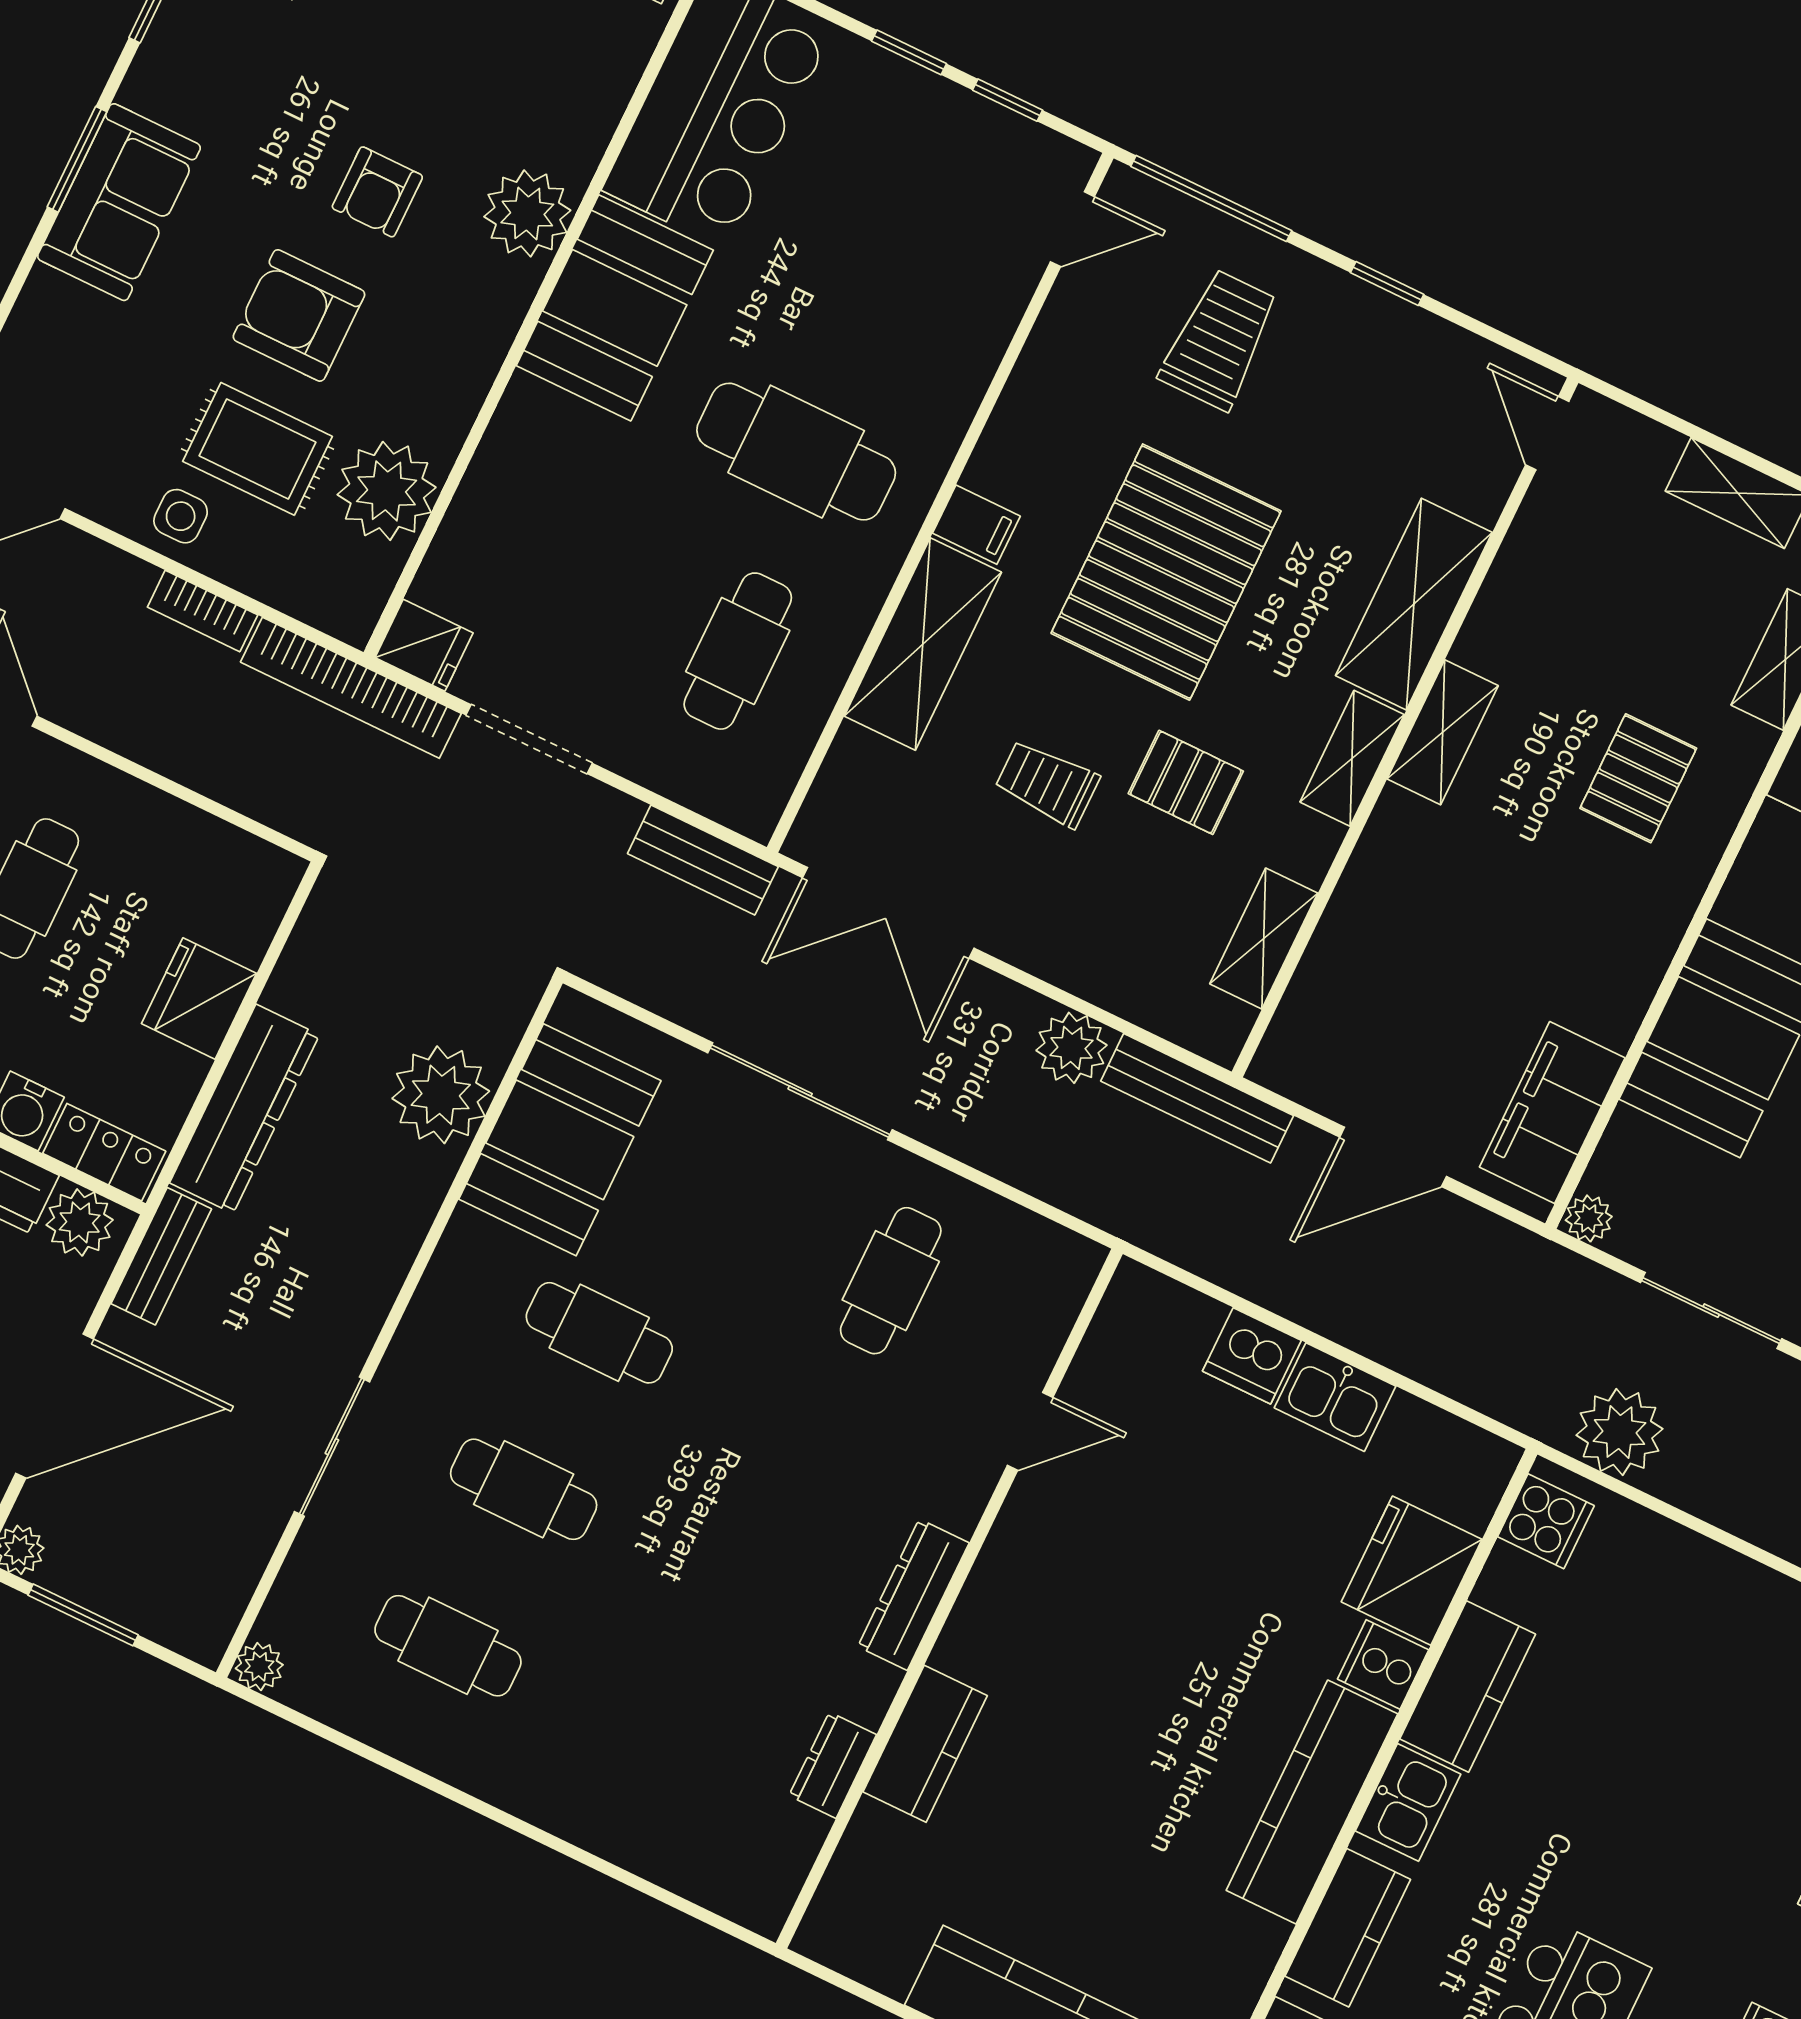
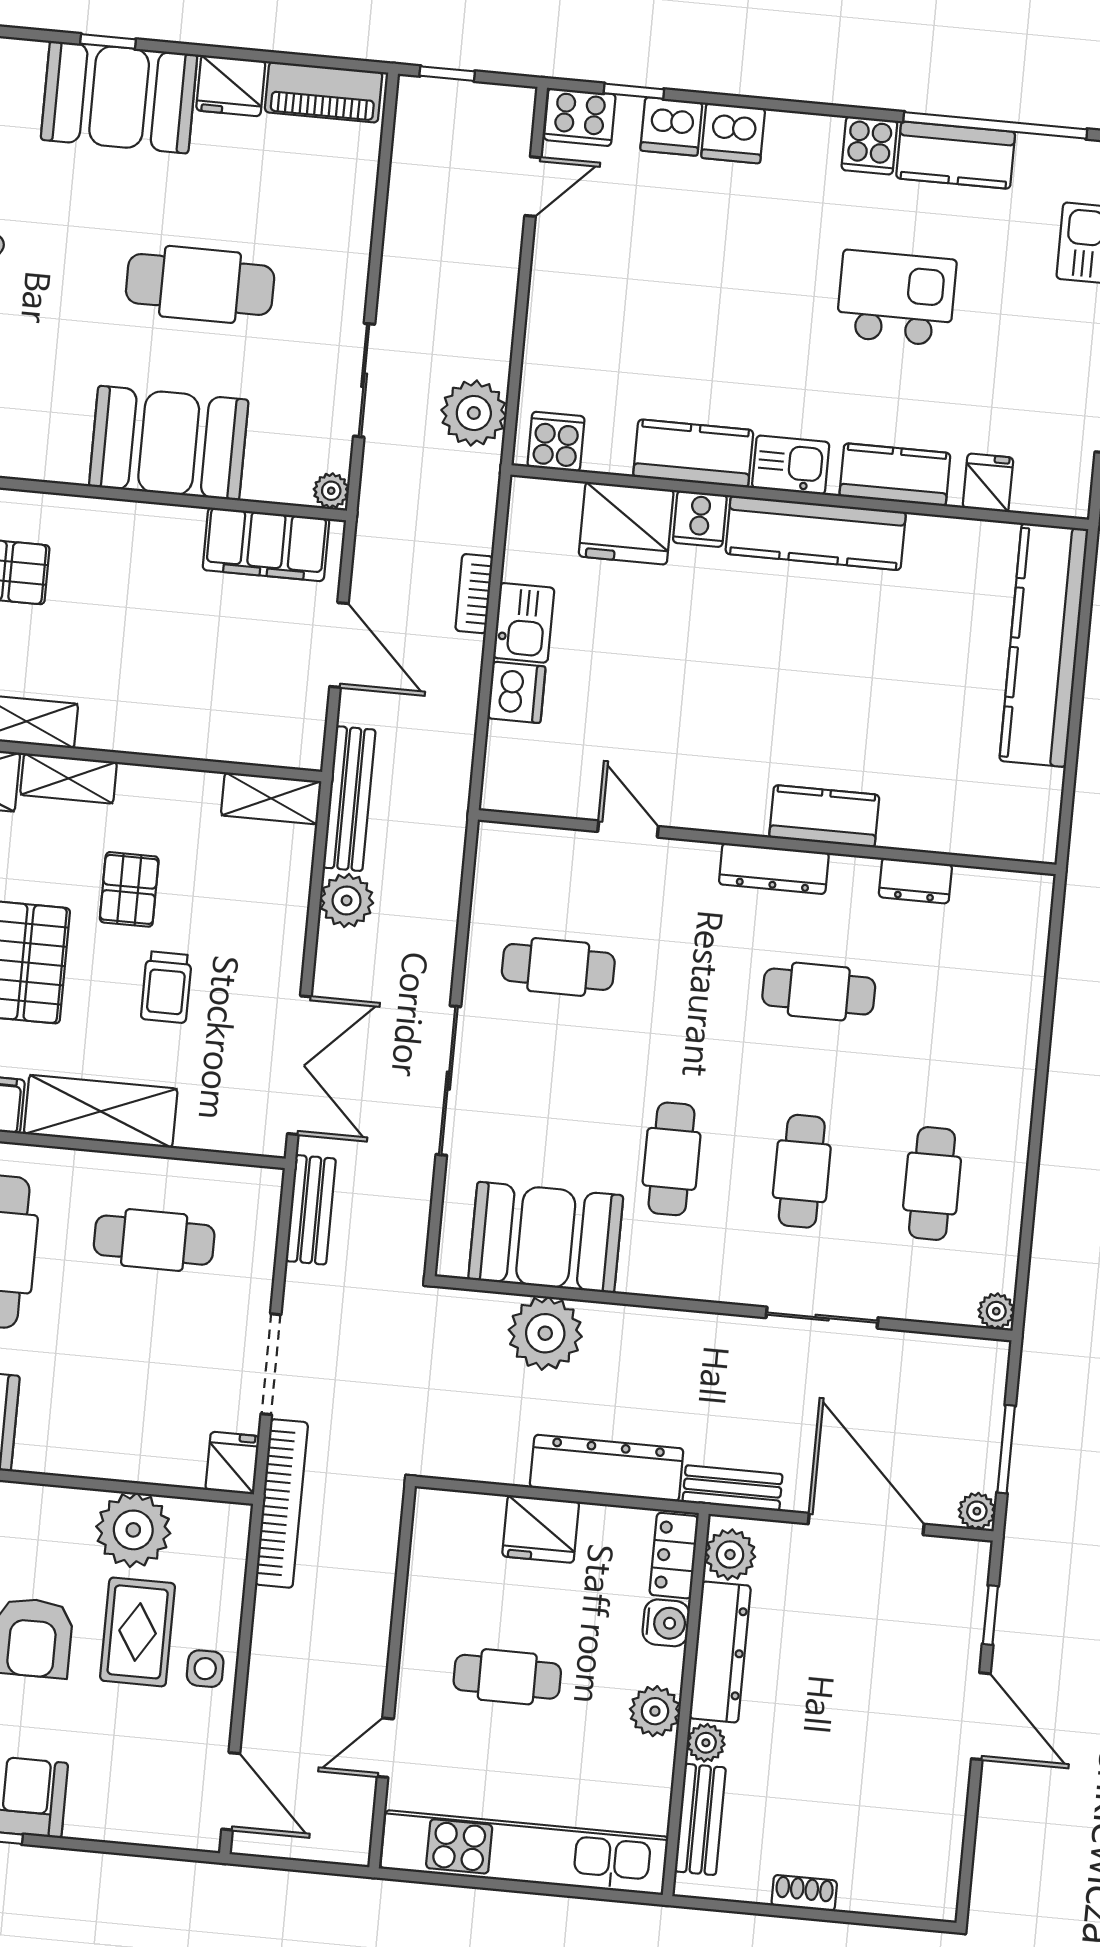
bookcase: (203, 611) -> (474, 594), moved, turned 180
shelving: (1264, 939) -> (271, 798), moved
cafe table: (739, 1594) -> (819, 992), added
kitchen counter: (925, 1744) -> (824, 816), moved

